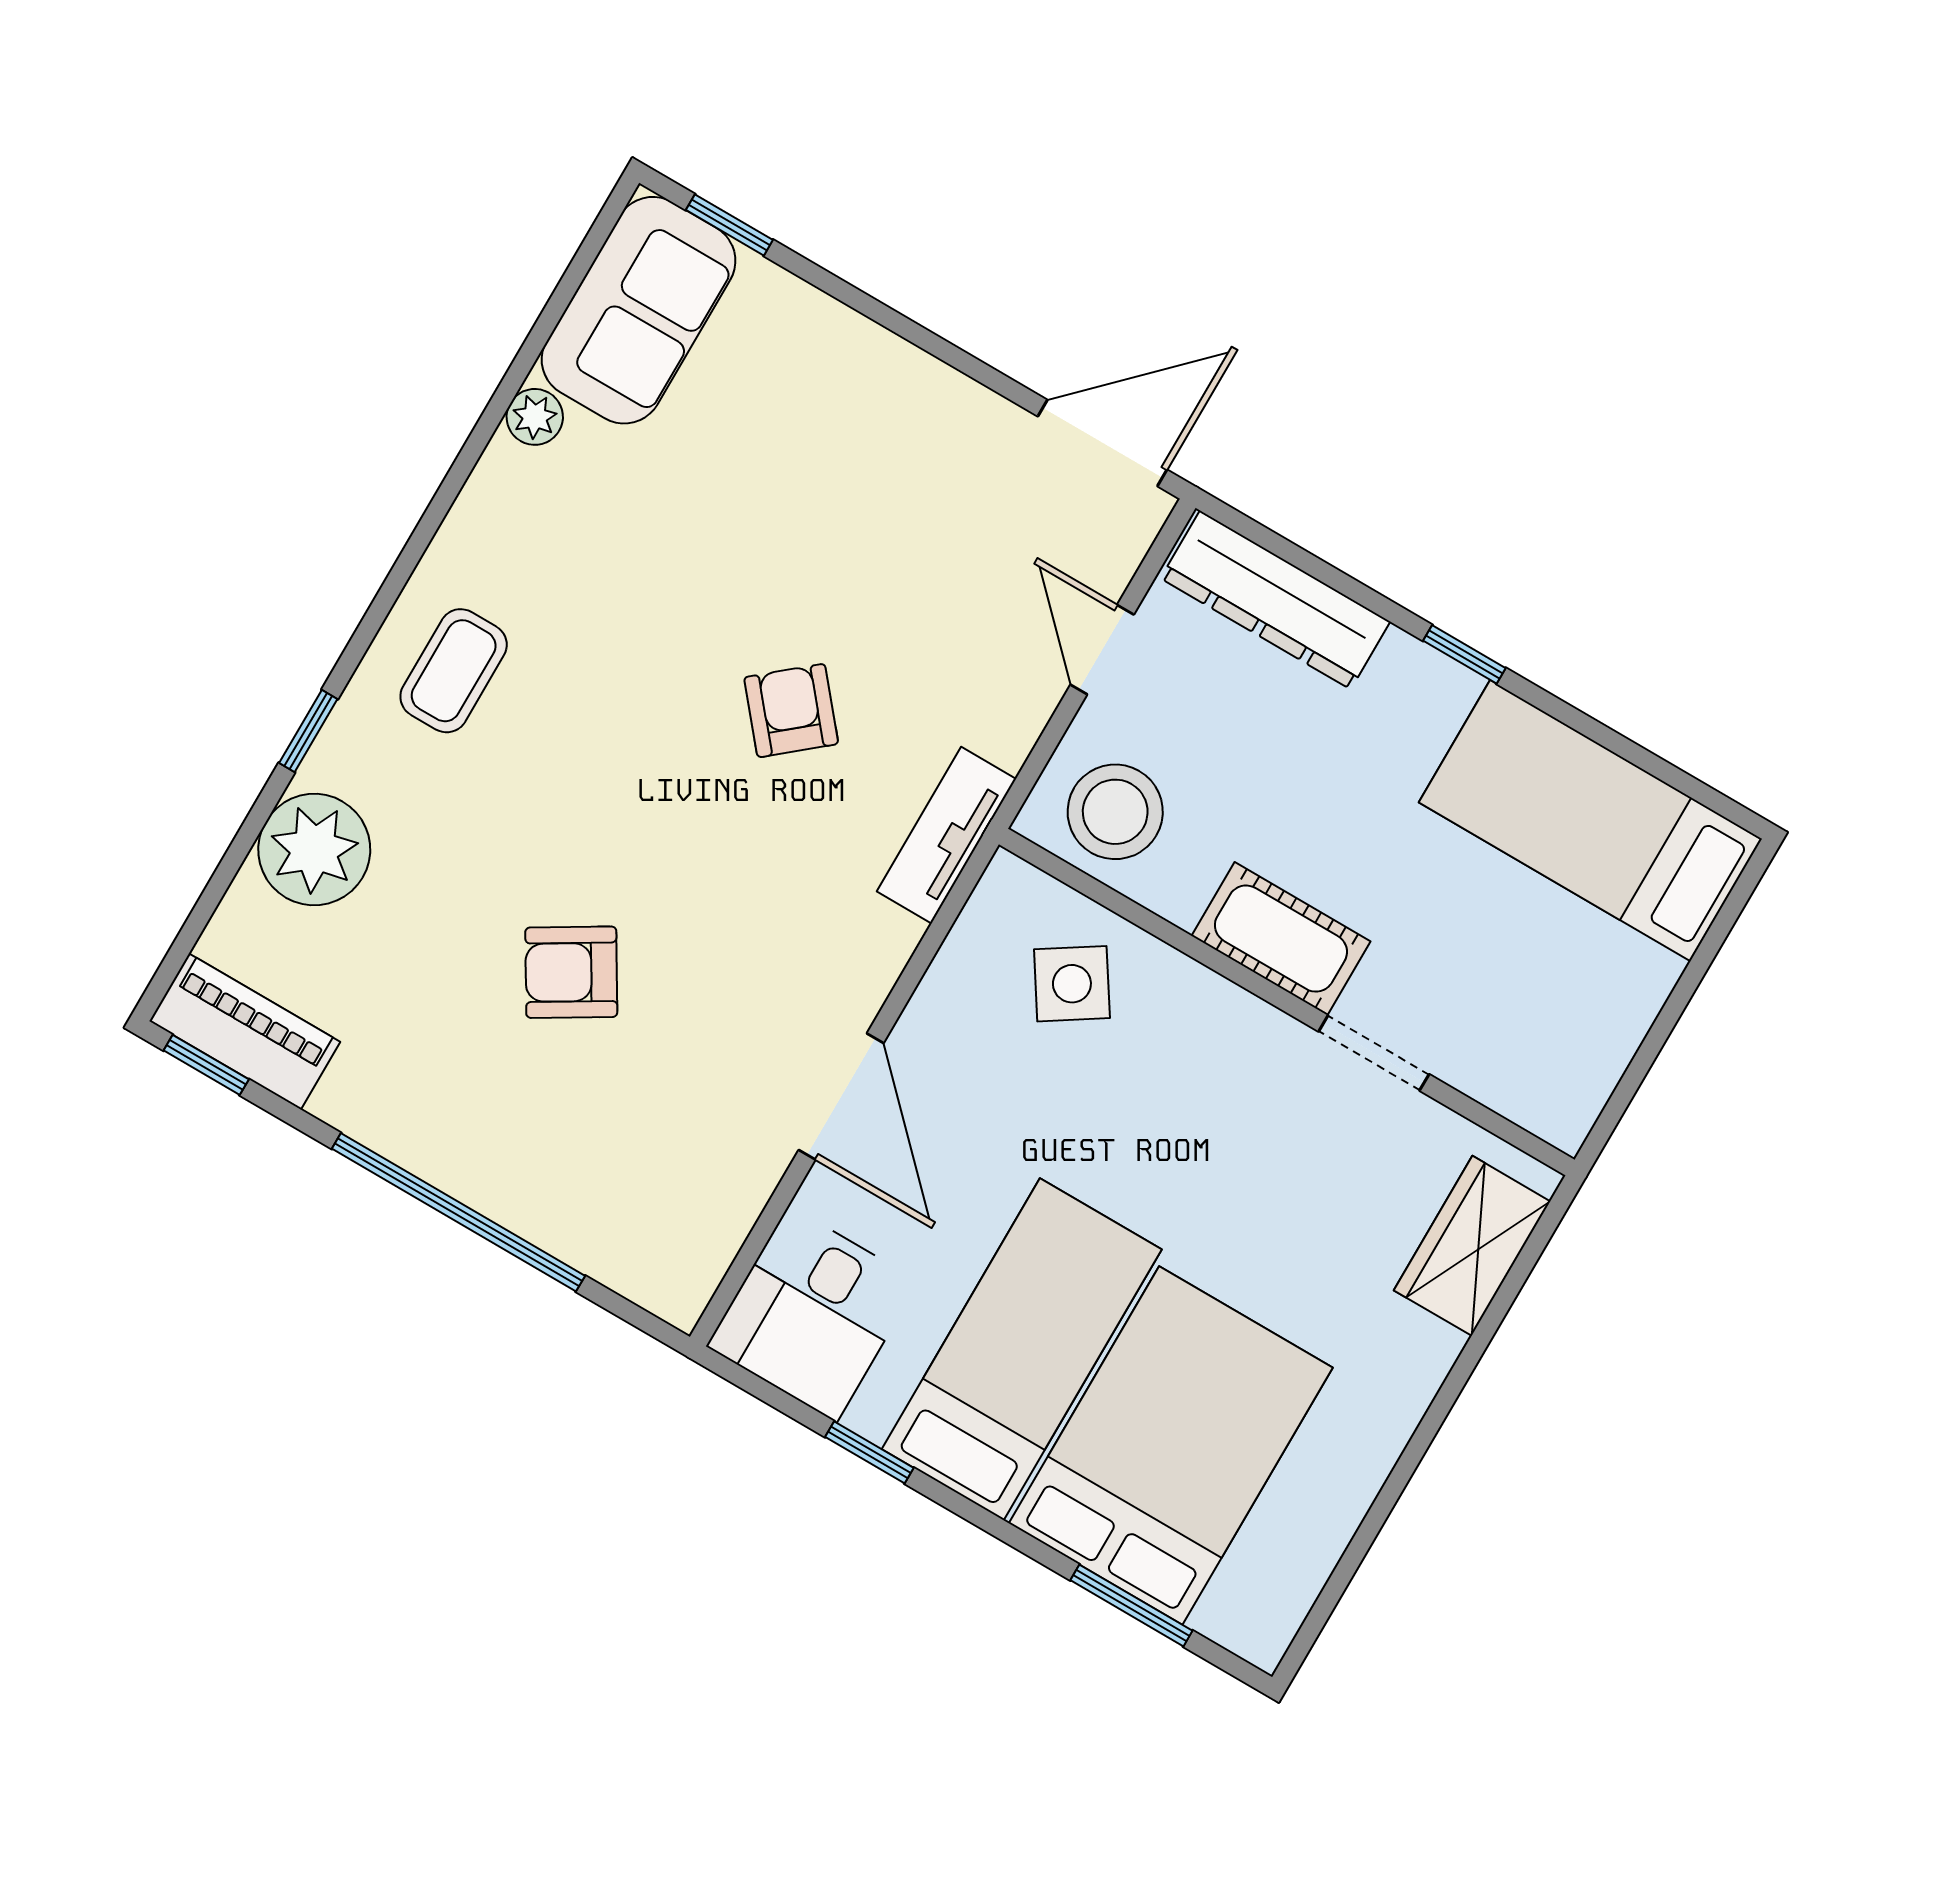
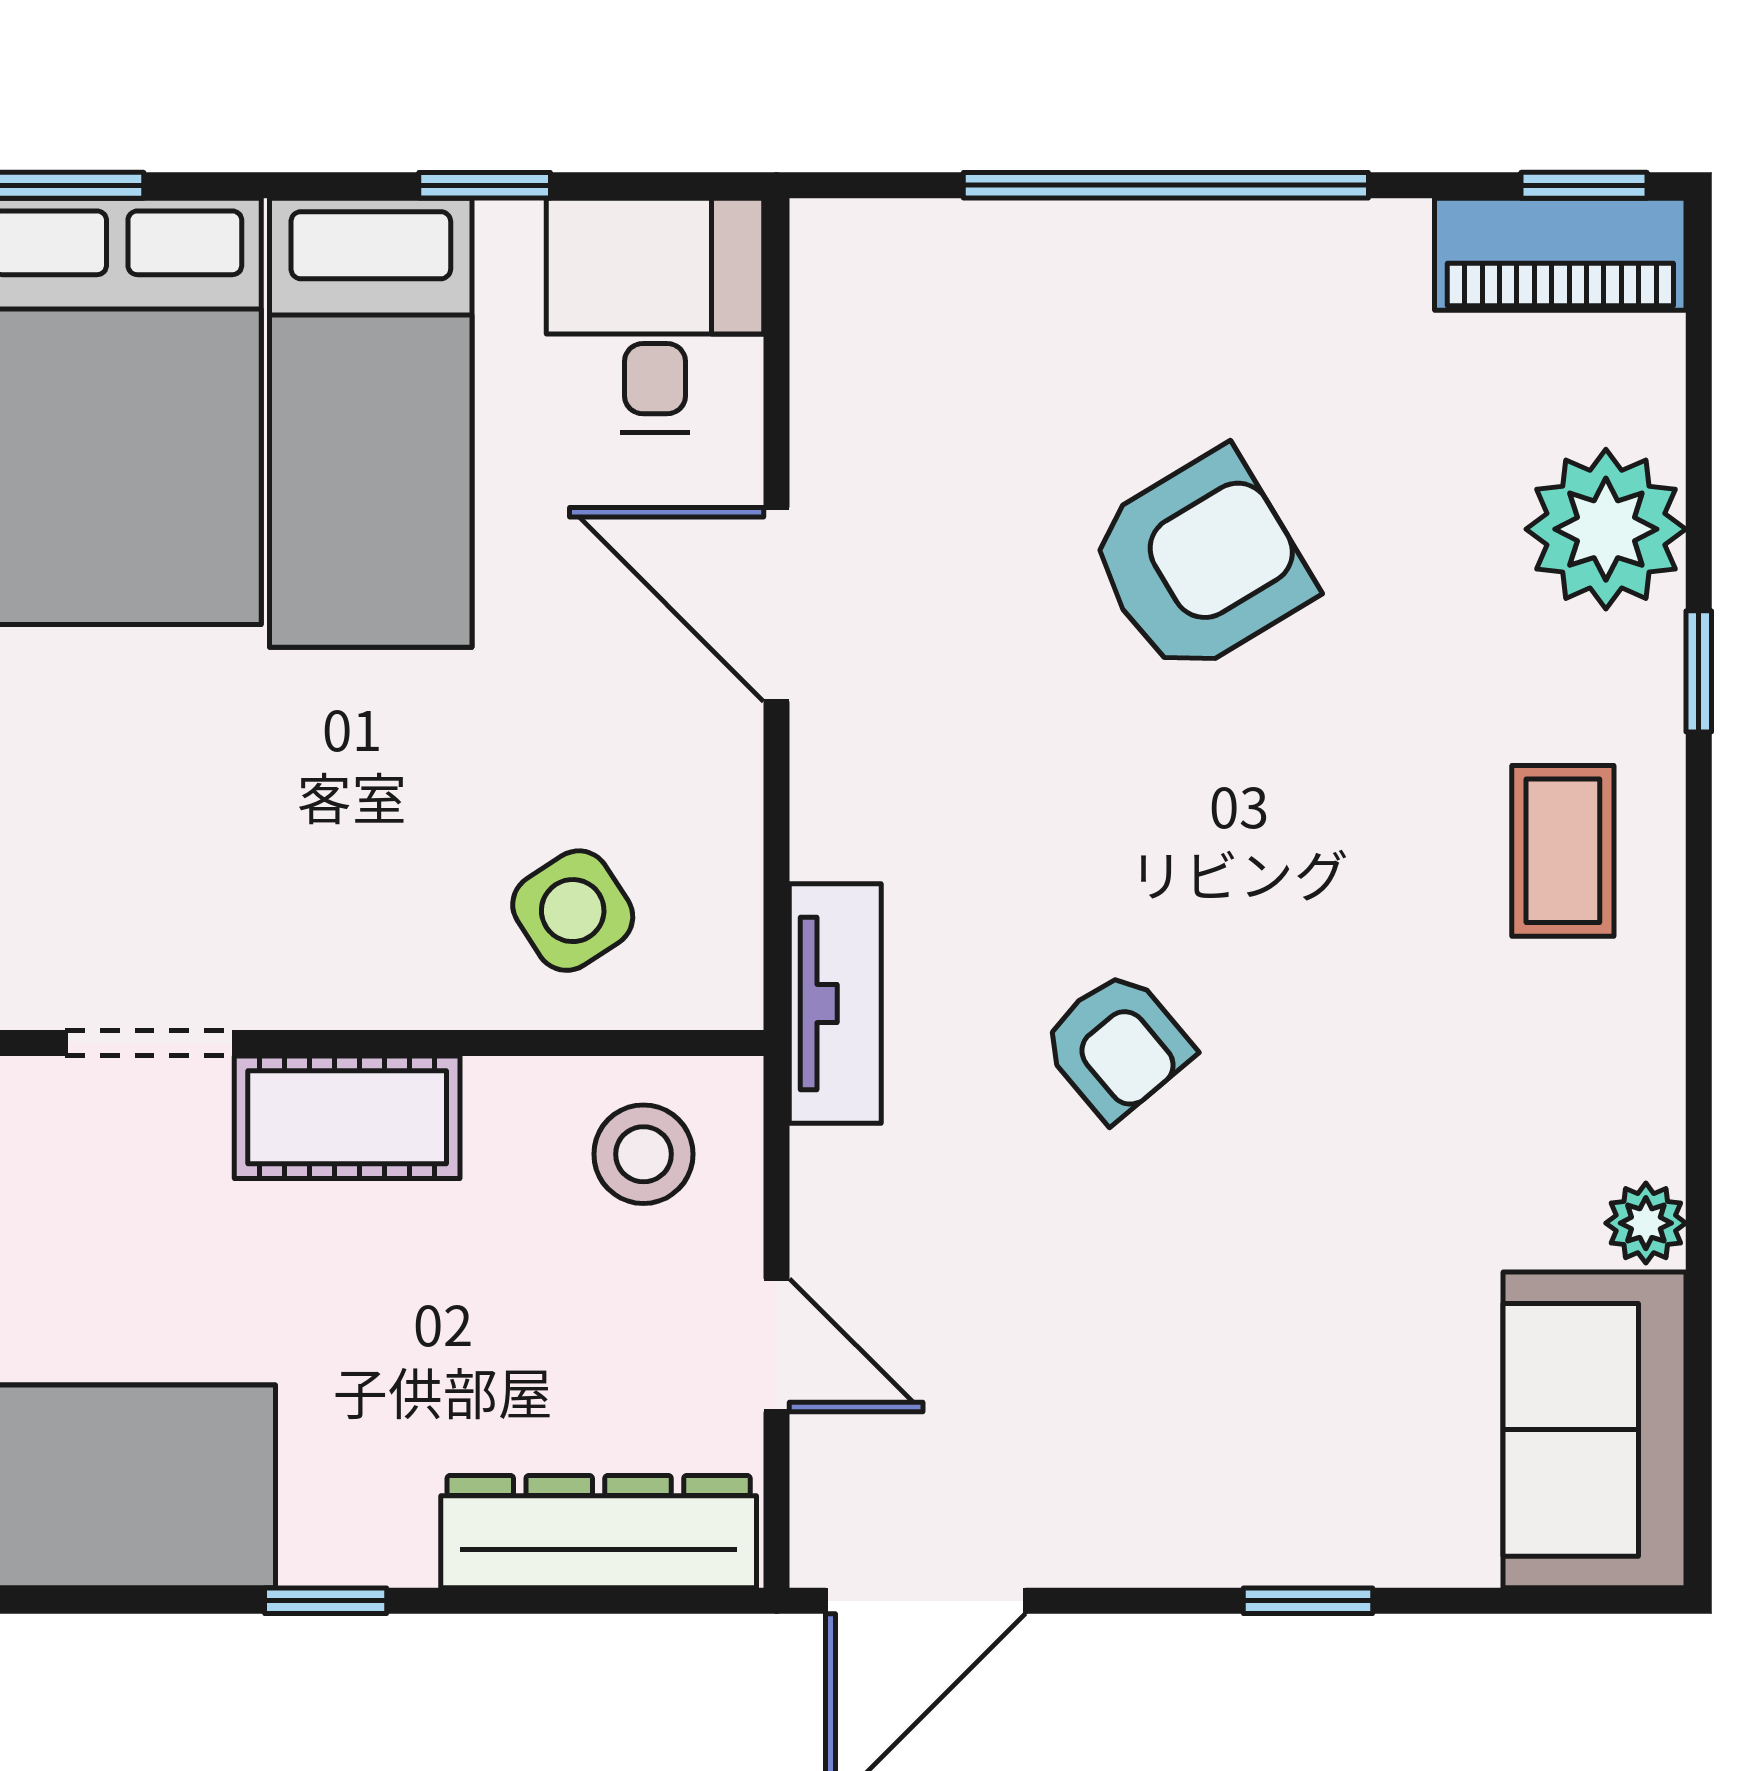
window: (729, 225) -> (1308, 1601), moved
stool: (1115, 812) -> (643, 1154), width x0.73, depth x0.73
armchair: (571, 972) -> (1200, 563), width x1.38, depth x1.38

